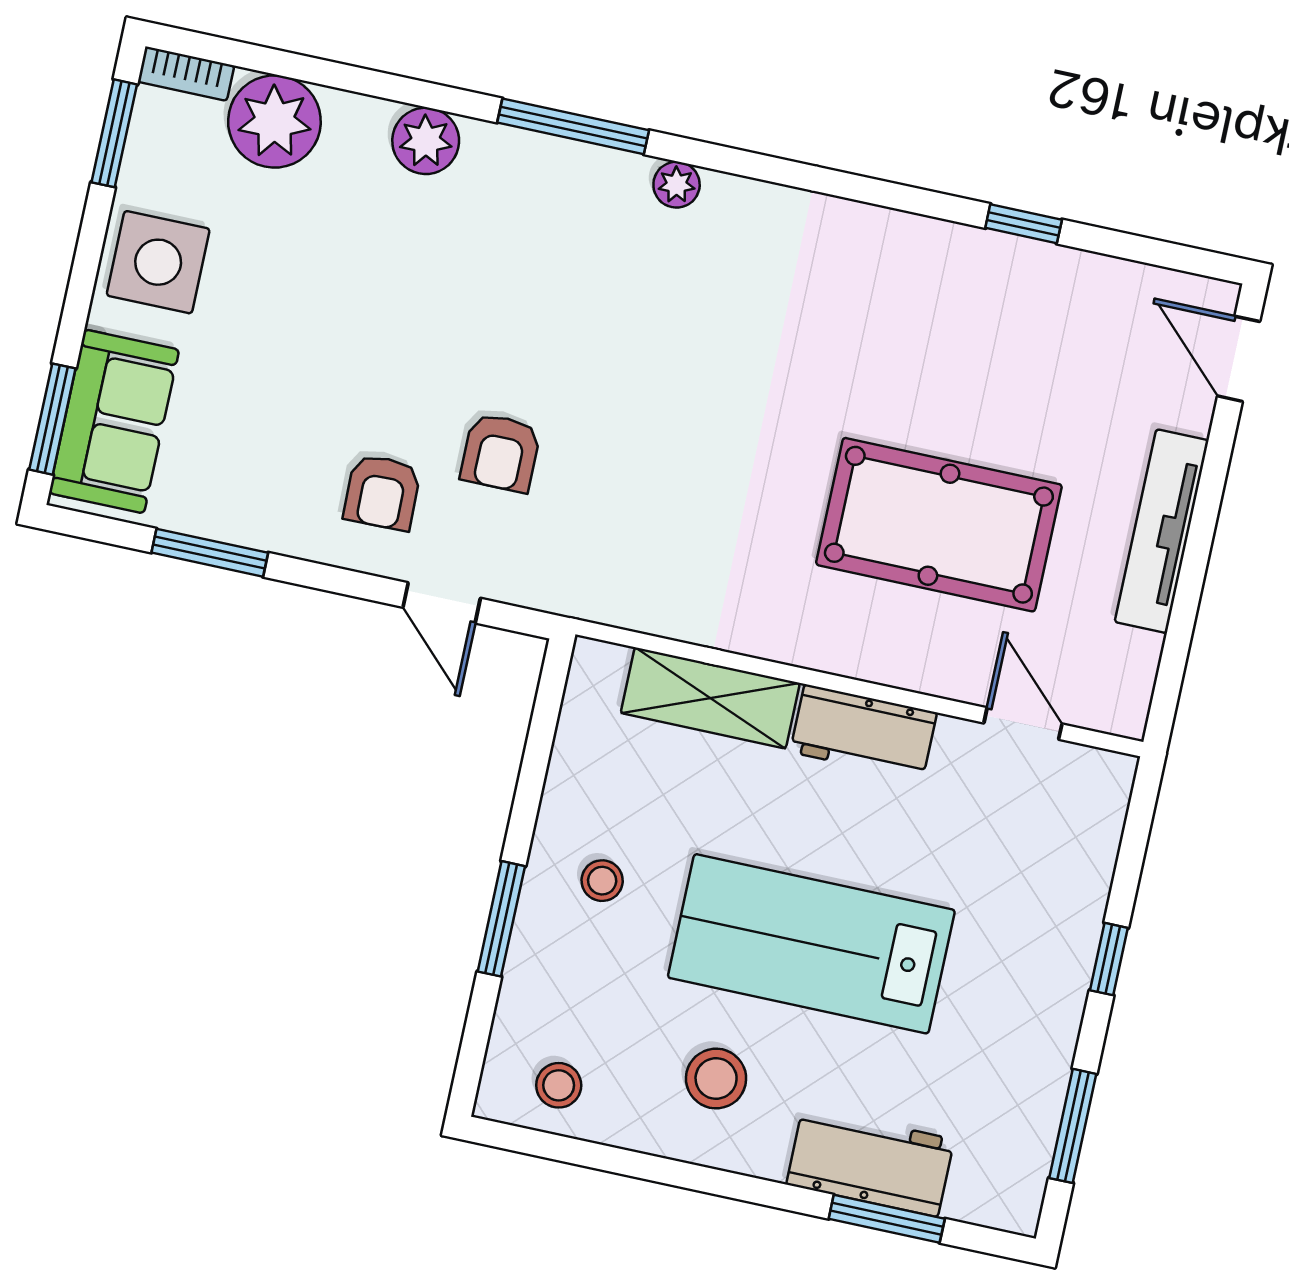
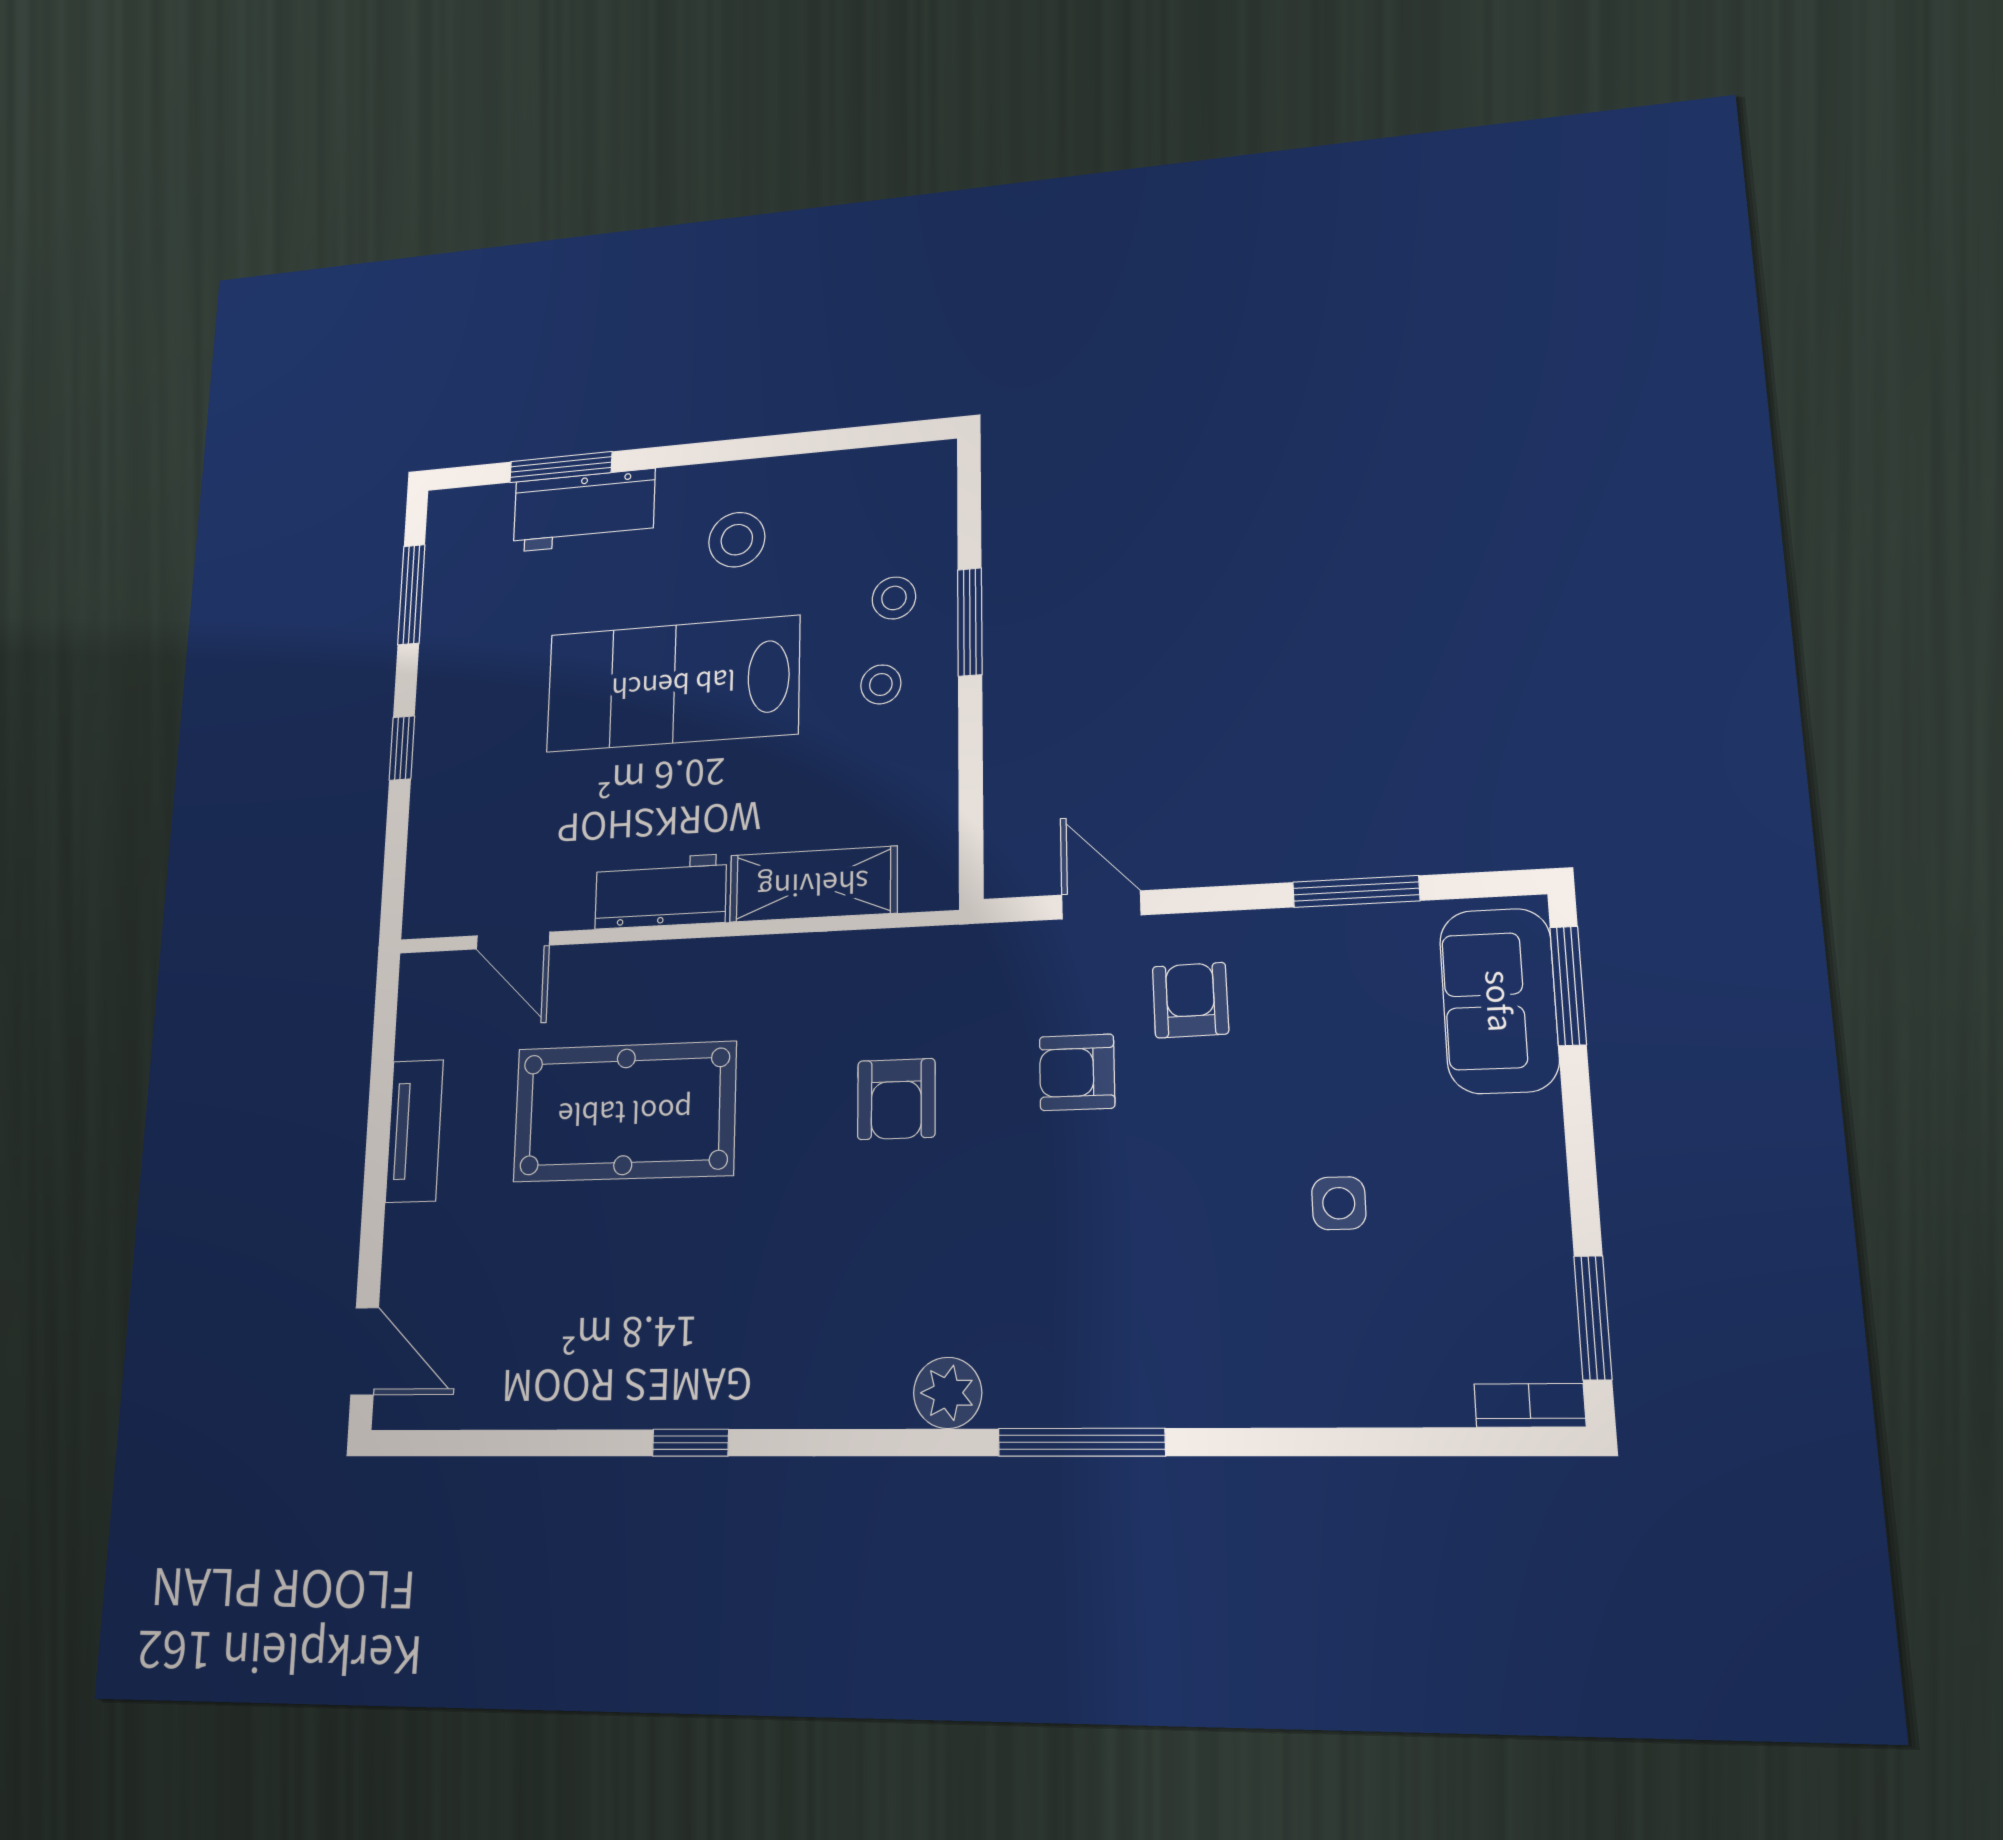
plant: (274, 122) -> (1413, 1373), removed
plant: (426, 141) -> (1238, 1389), removed
plant: (677, 185) -> (948, 1393), width x1.38, depth x1.38
window: (1024, 224) -> (691, 1443), moved
side table: (158, 262) -> (1339, 1203), moved, width x0.54, depth x0.54
armchair: (501, 453) -> (1077, 1072), turned -90
armchair: (673, 470) -> (896, 1099), added
tv unit: (1162, 531) -> (414, 1131), width x0.71
lab bench: (811, 944) -> (673, 684), turned 180
stool: (559, 1085) -> (894, 598), moved

